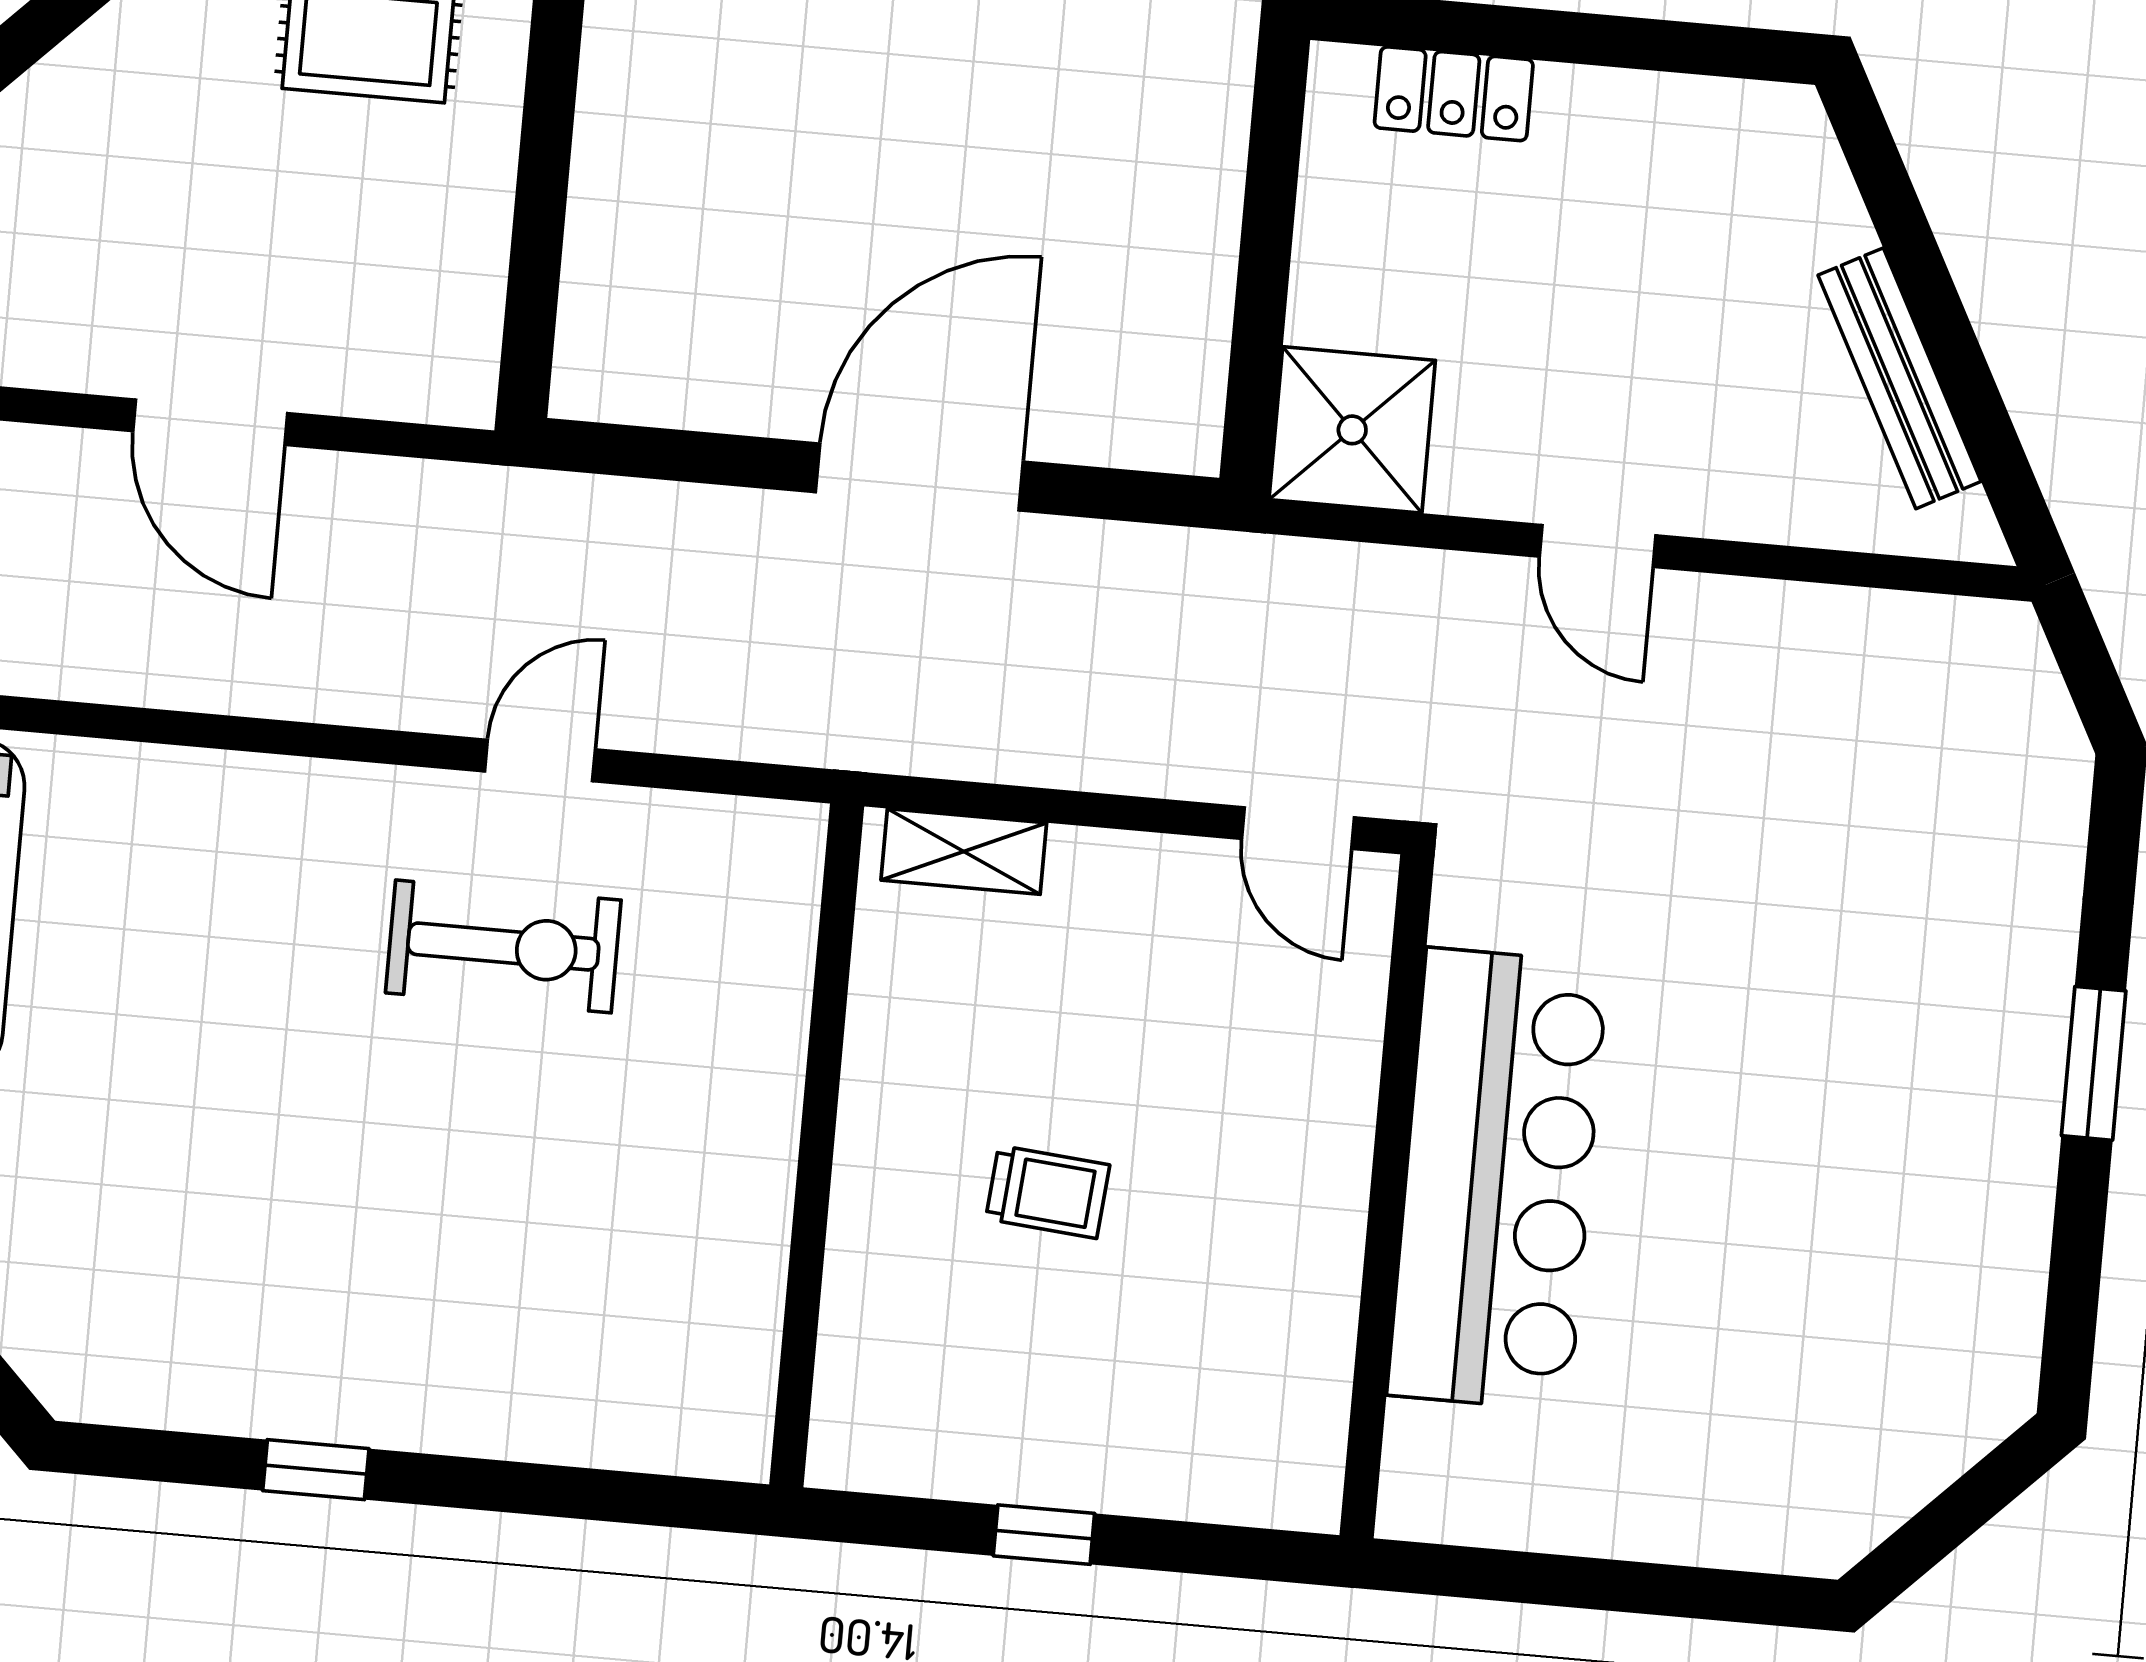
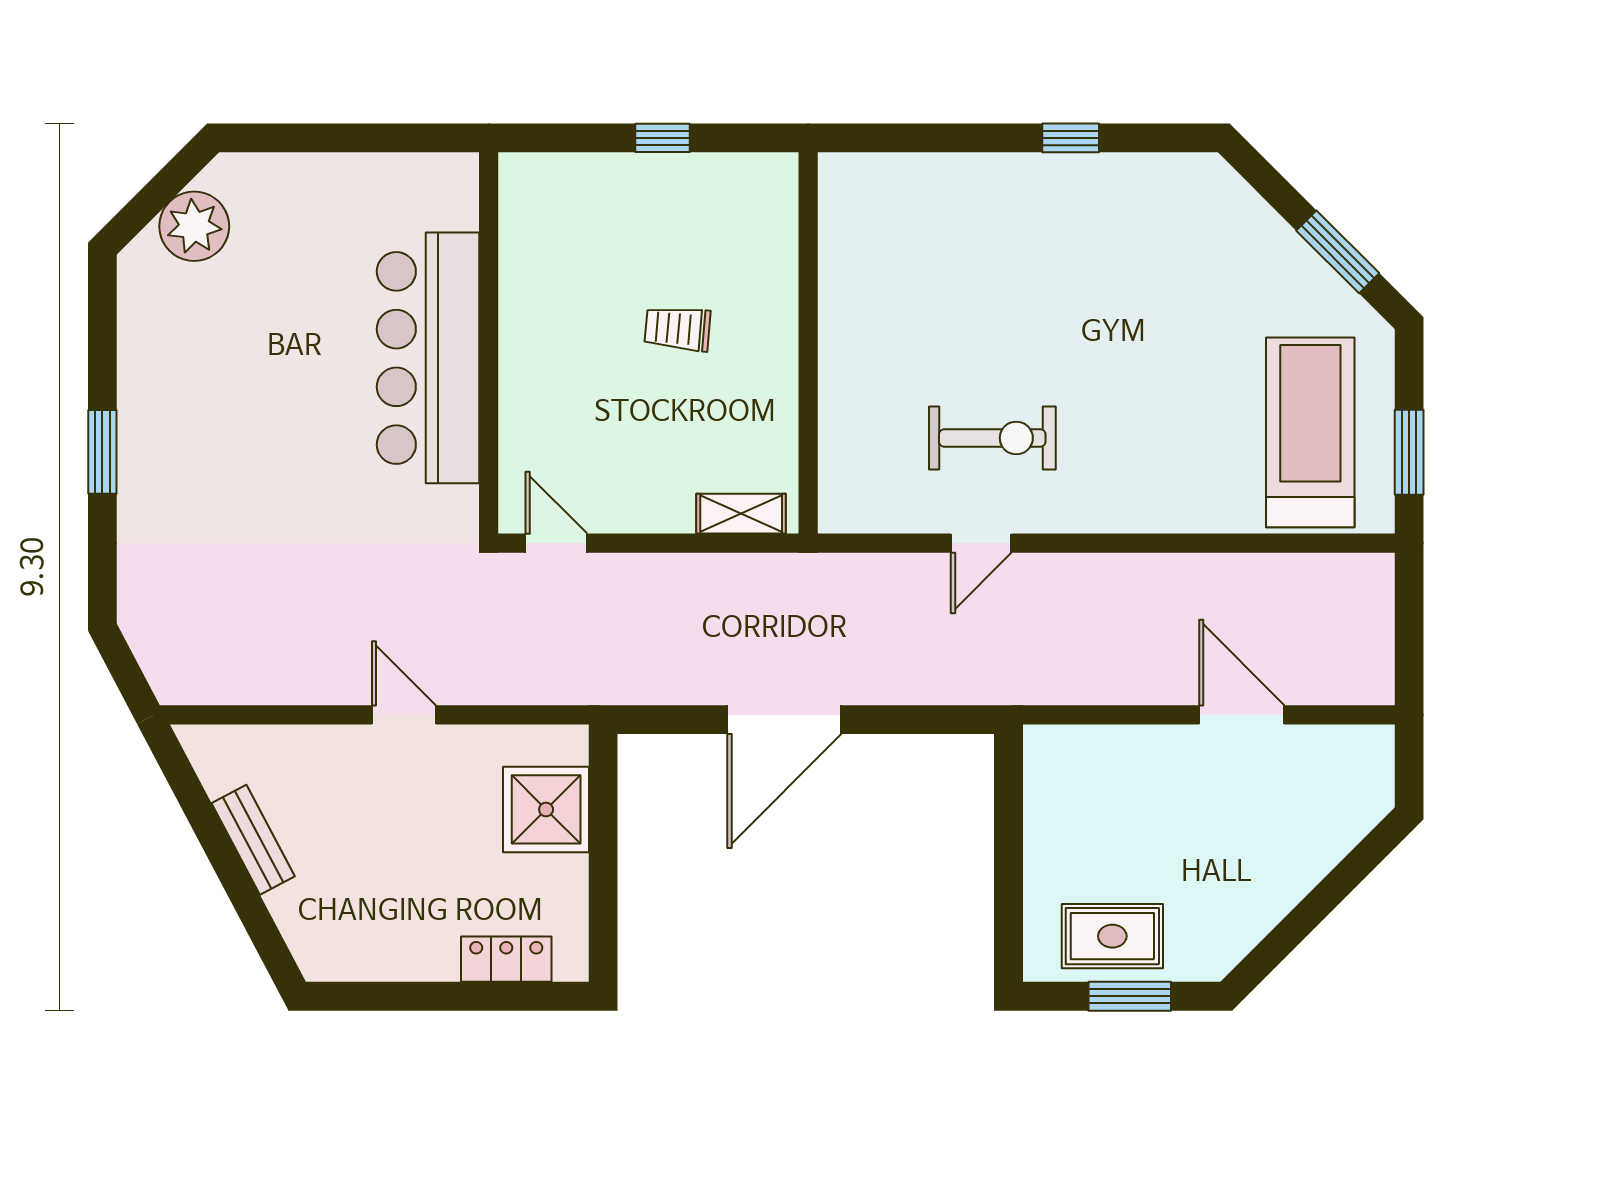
bench: (1900, 378) -> (253, 840), width x0.73
door: (210, 422) -> (1242, 715), moved
shower: (1352, 430) -> (546, 809), moved
exercise bike: (503, 946) -> (992, 438), turned 180
plant: (1894, 1451) -> (194, 226), added

